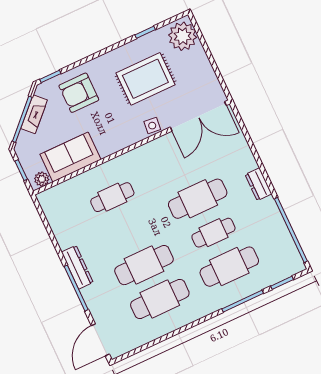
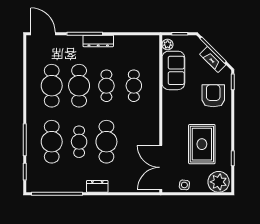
side table: (152, 126) -> (184, 185), moved
cafe table: (128, 231) -> (106, 86), added

